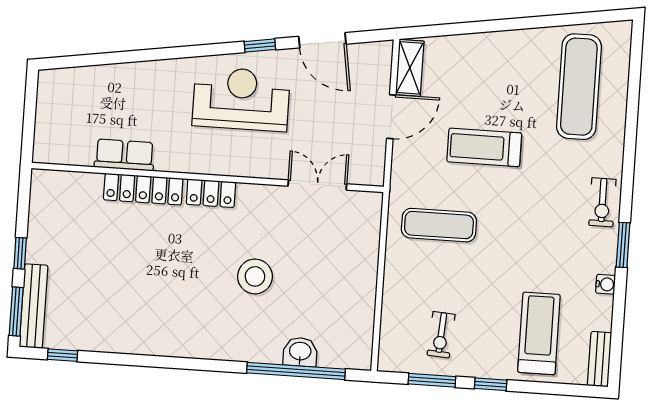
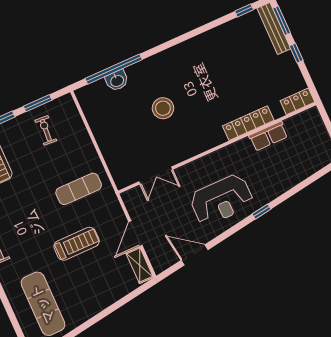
window: (260, 46) -> (261, 212), moved
locker: (211, 193) -> (297, 101), moved

